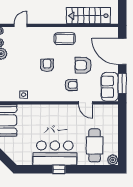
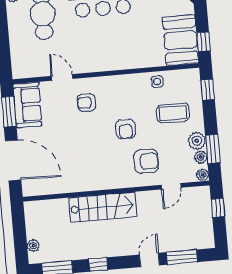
stairs: (88, 16) -> (103, 207), moved
coffee table: (65, 39) -> (173, 113), moved
armchair: (83, 65) -> (146, 161), moved

